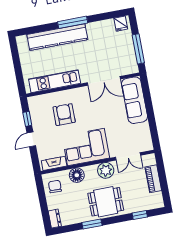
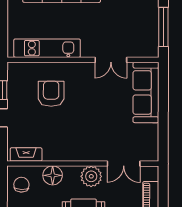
double door: (104, 81) -> (111, 60), width x0.73
corner sofa: (86, 147) -> (71, 141), removed

